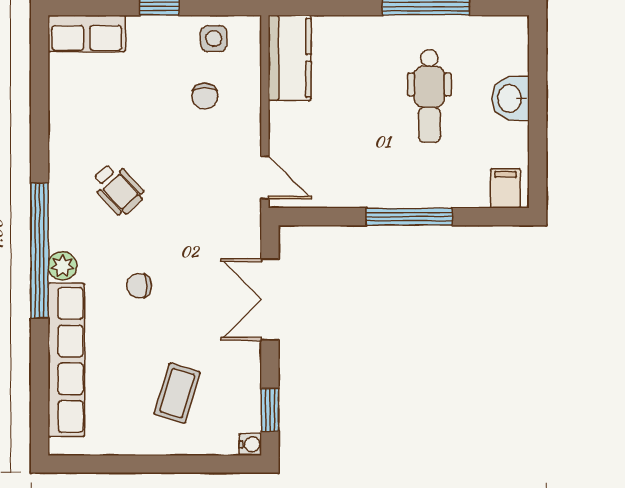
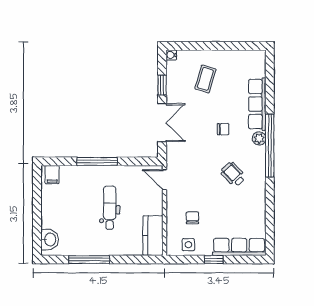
row of seats: (87, 34) -> (239, 247), width x1.48
dental chair: (429, 96) -> (110, 208), moved
washbasin: (511, 98) -> (50, 240), moved
row of seats: (66, 360) -> (257, 104), width x0.73
window: (270, 410) -> (162, 85), moved

